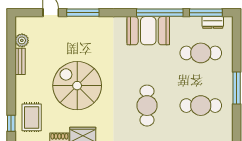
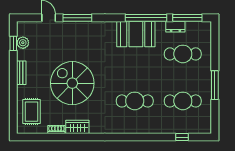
dresser: (213, 22) -> (175, 27), moved
bench: (20, 61) -> (21, 73), moved
cafe table: (147, 106) -> (135, 101), turned 90
window: (11, 123) -> (13, 43), moved

